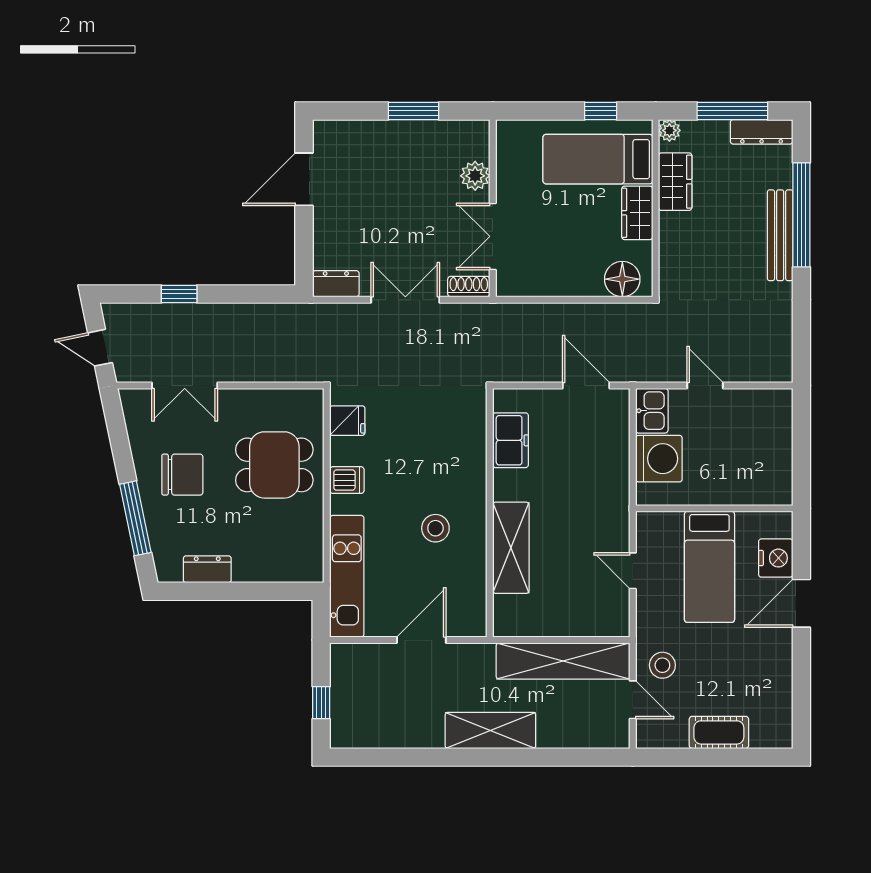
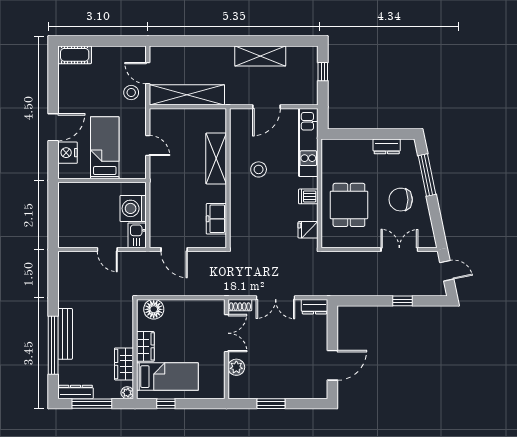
dining table: (274, 465) -> (349, 205), turned 90
shelving: (490, 730) -> (260, 56), moved
cot: (719, 732) -> (75, 55), moved

